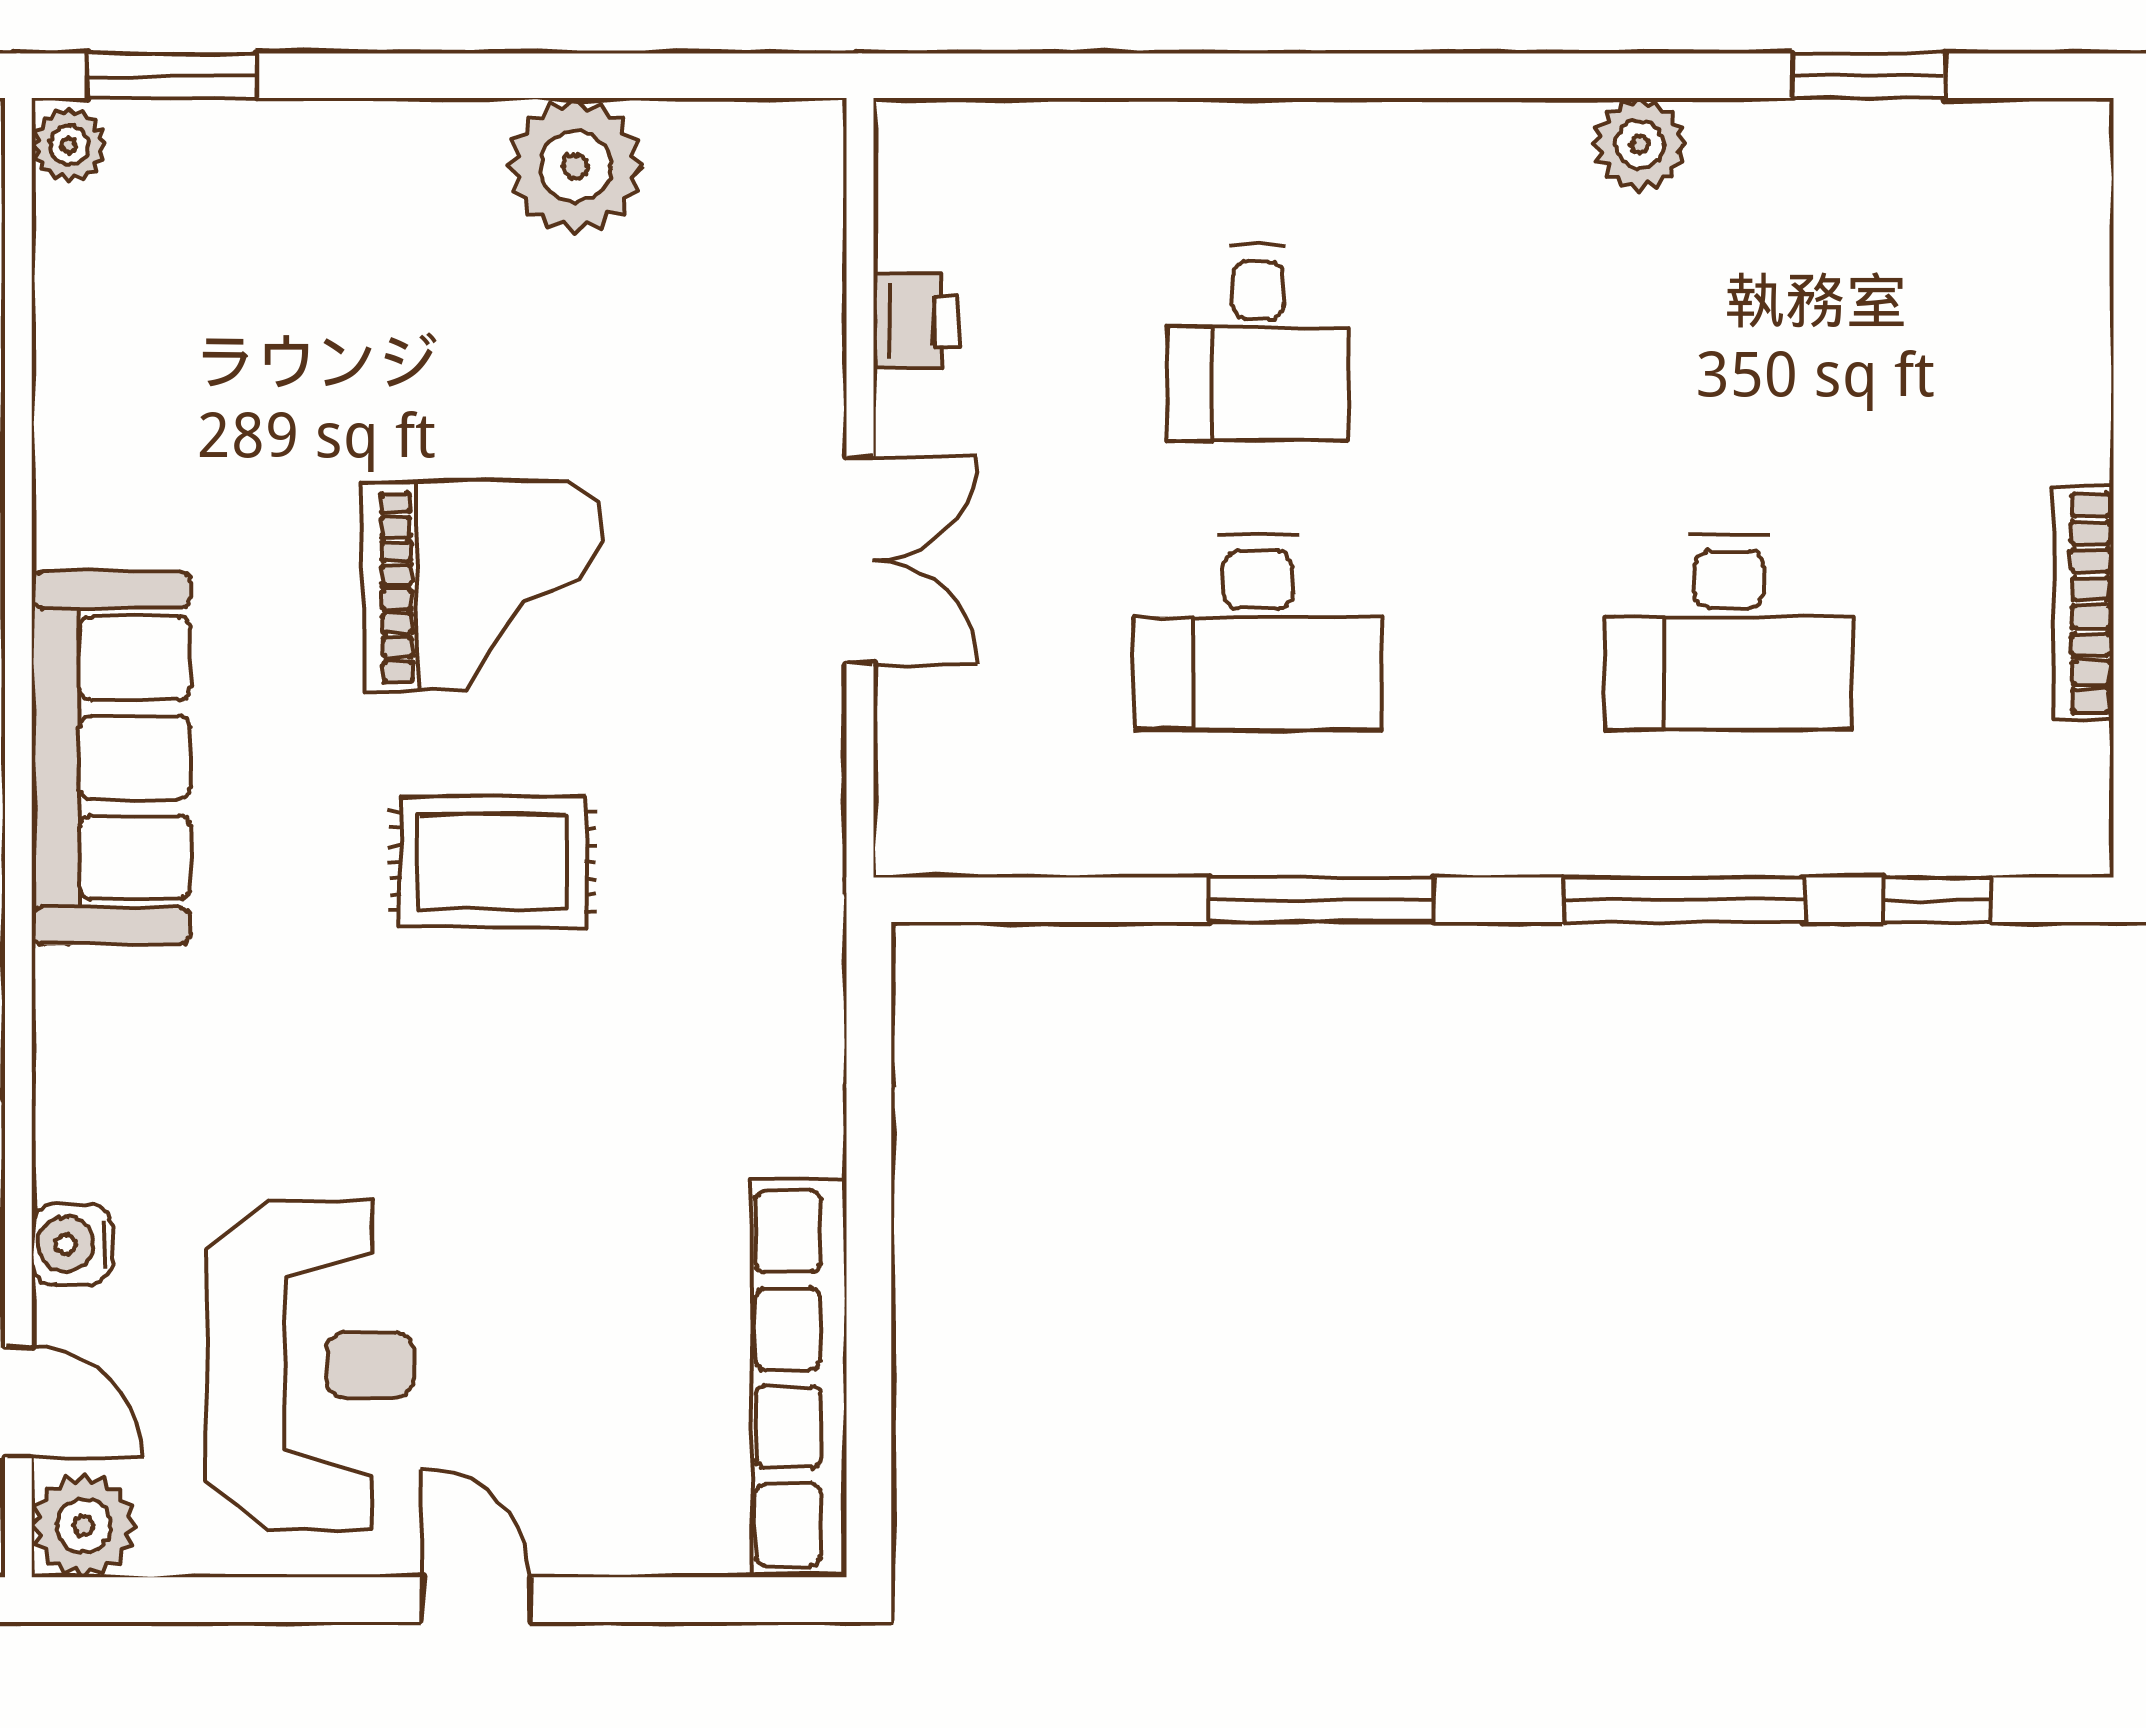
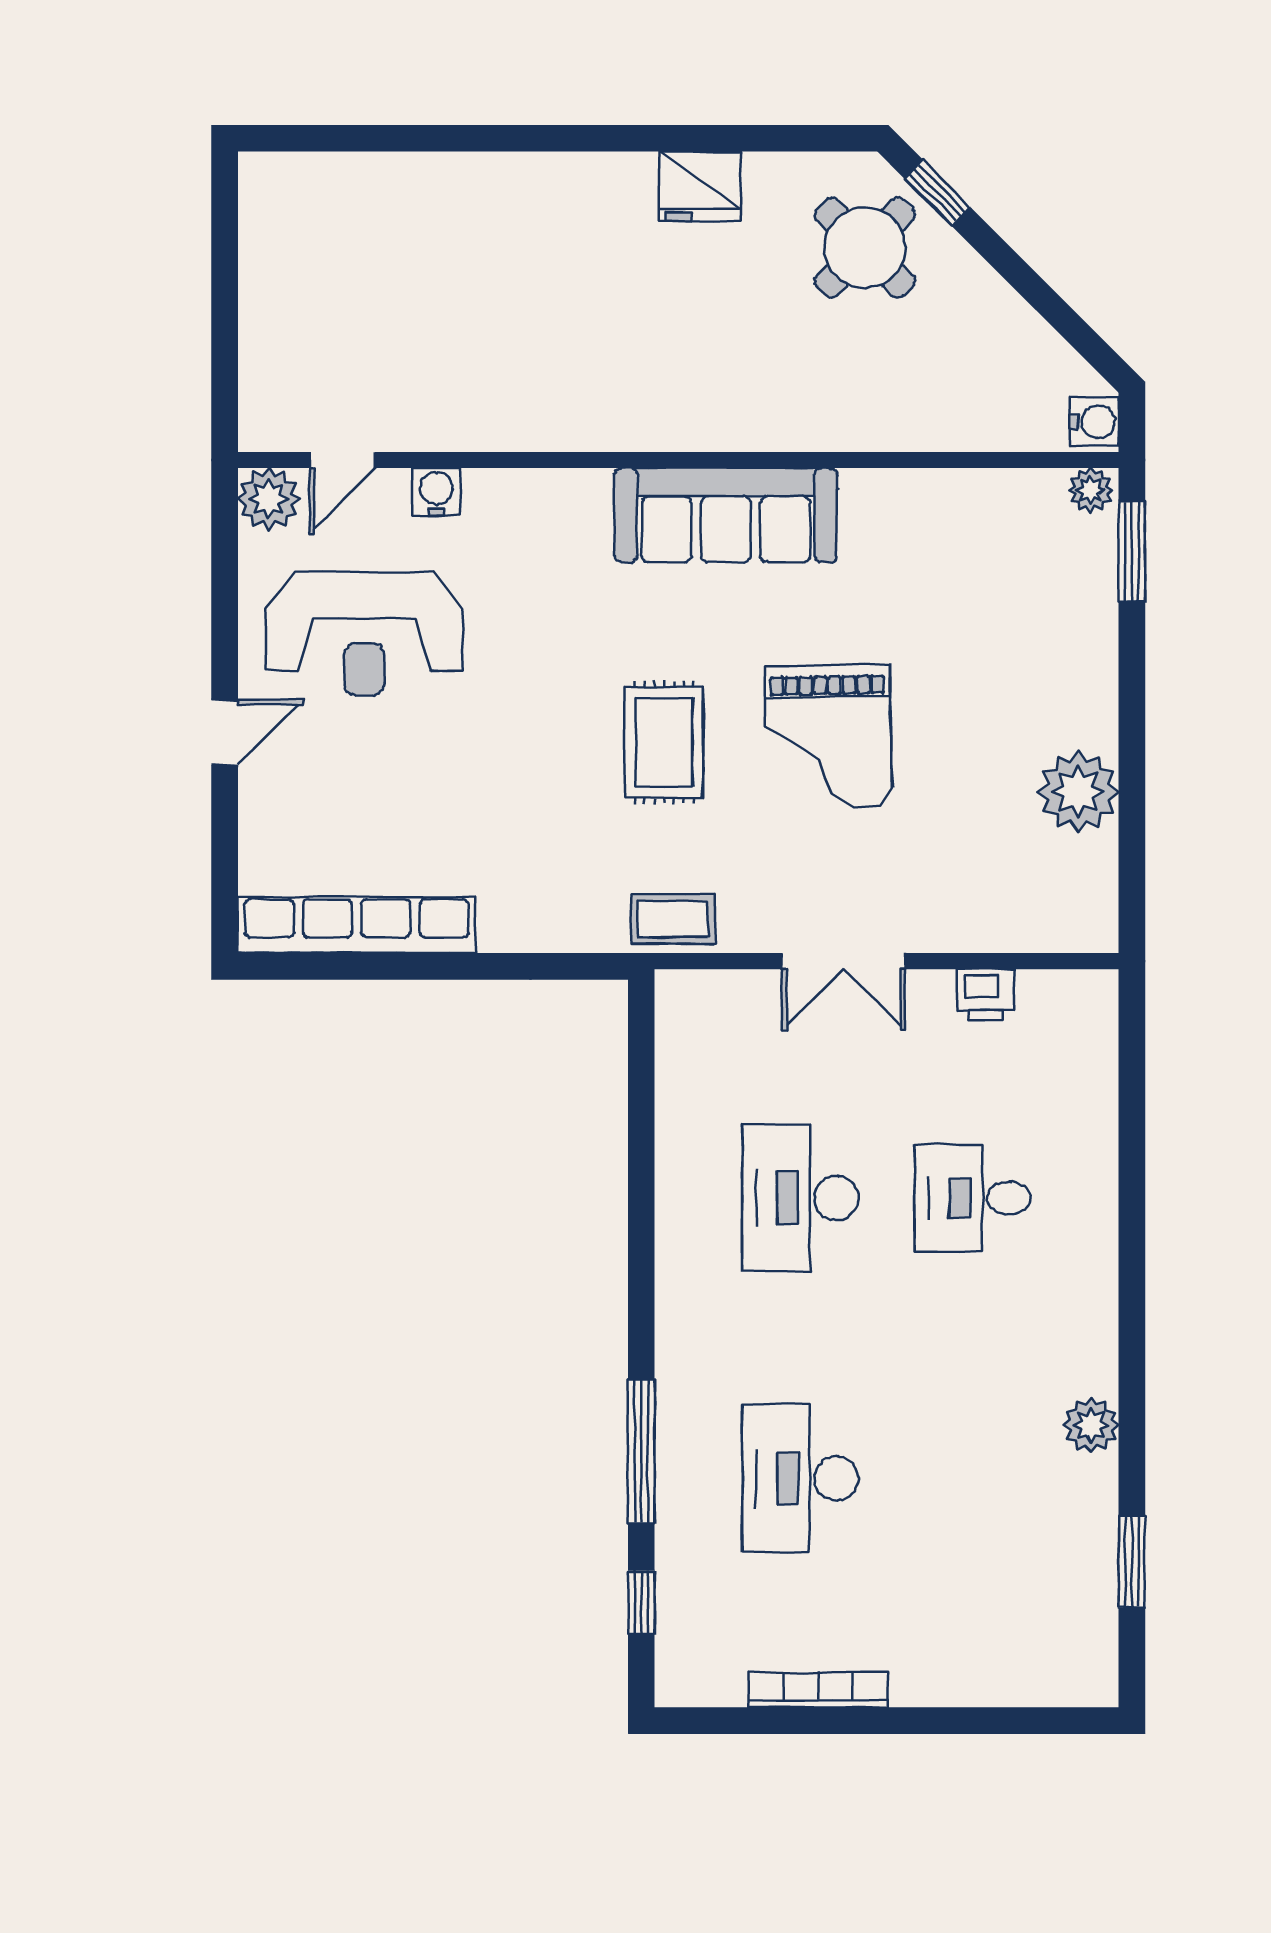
coffee table: (789, 847) -> (673, 919), added
window: (1321, 900) -> (641, 1236), removed

